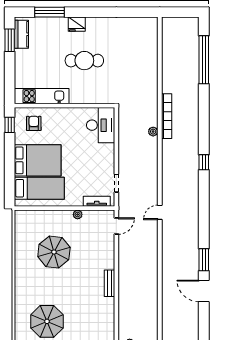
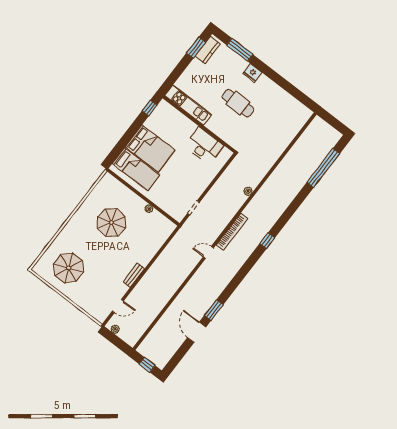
bookcase: (167, 116) -> (232, 232), moved
armchair: (34, 123) -> (168, 120), removed
desk: (101, 125) -> (204, 146), moved, turned -90
tv unit: (97, 201) -> (170, 210), removed
door: (116, 226) -> (118, 306), moved

